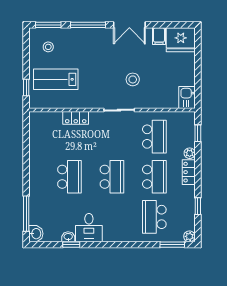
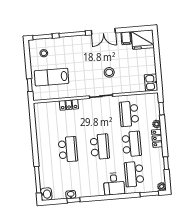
school desk: (154, 137) -> (129, 114), turned 180
desk: (89, 228) -> (114, 184), moved

